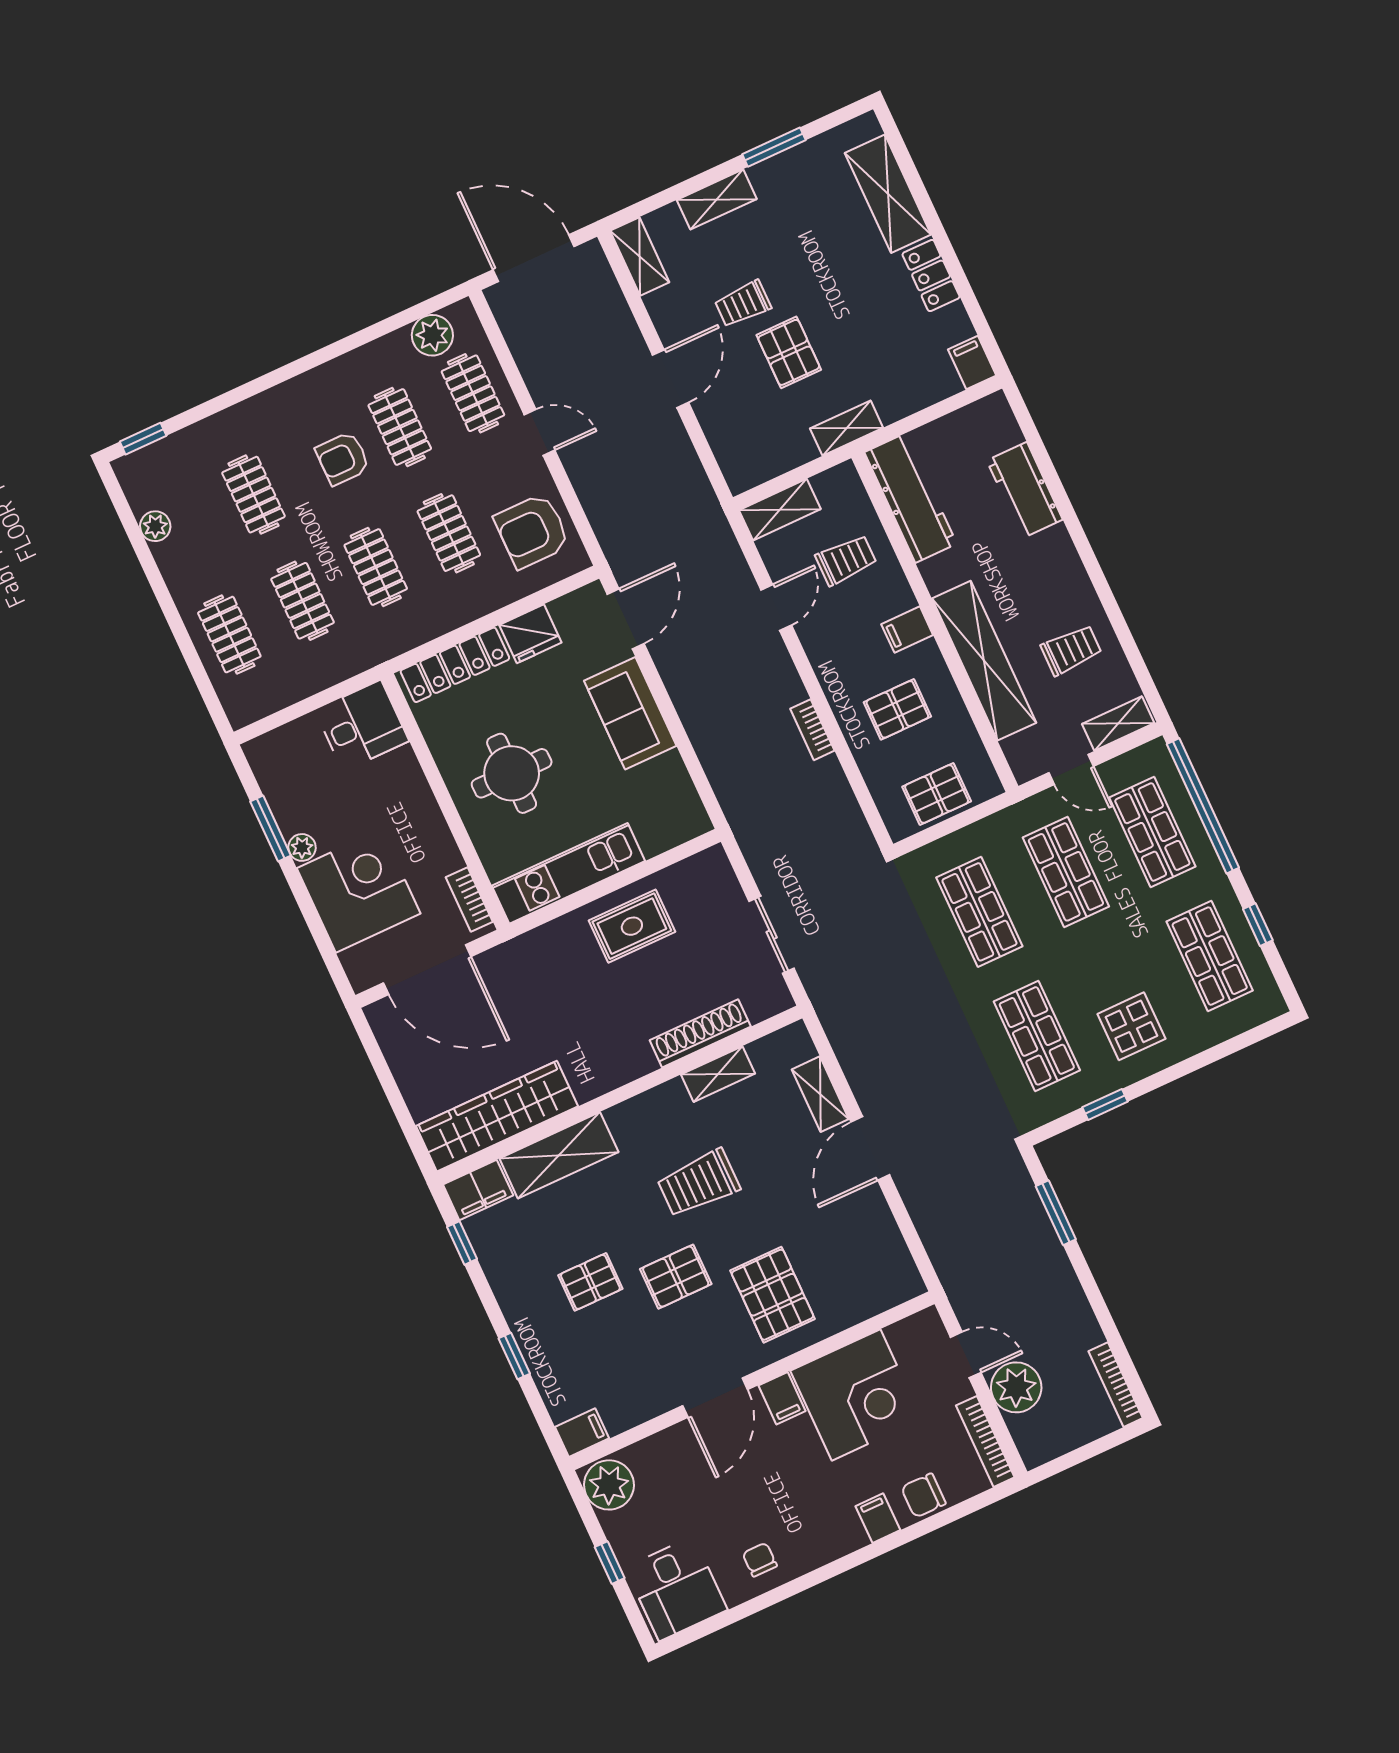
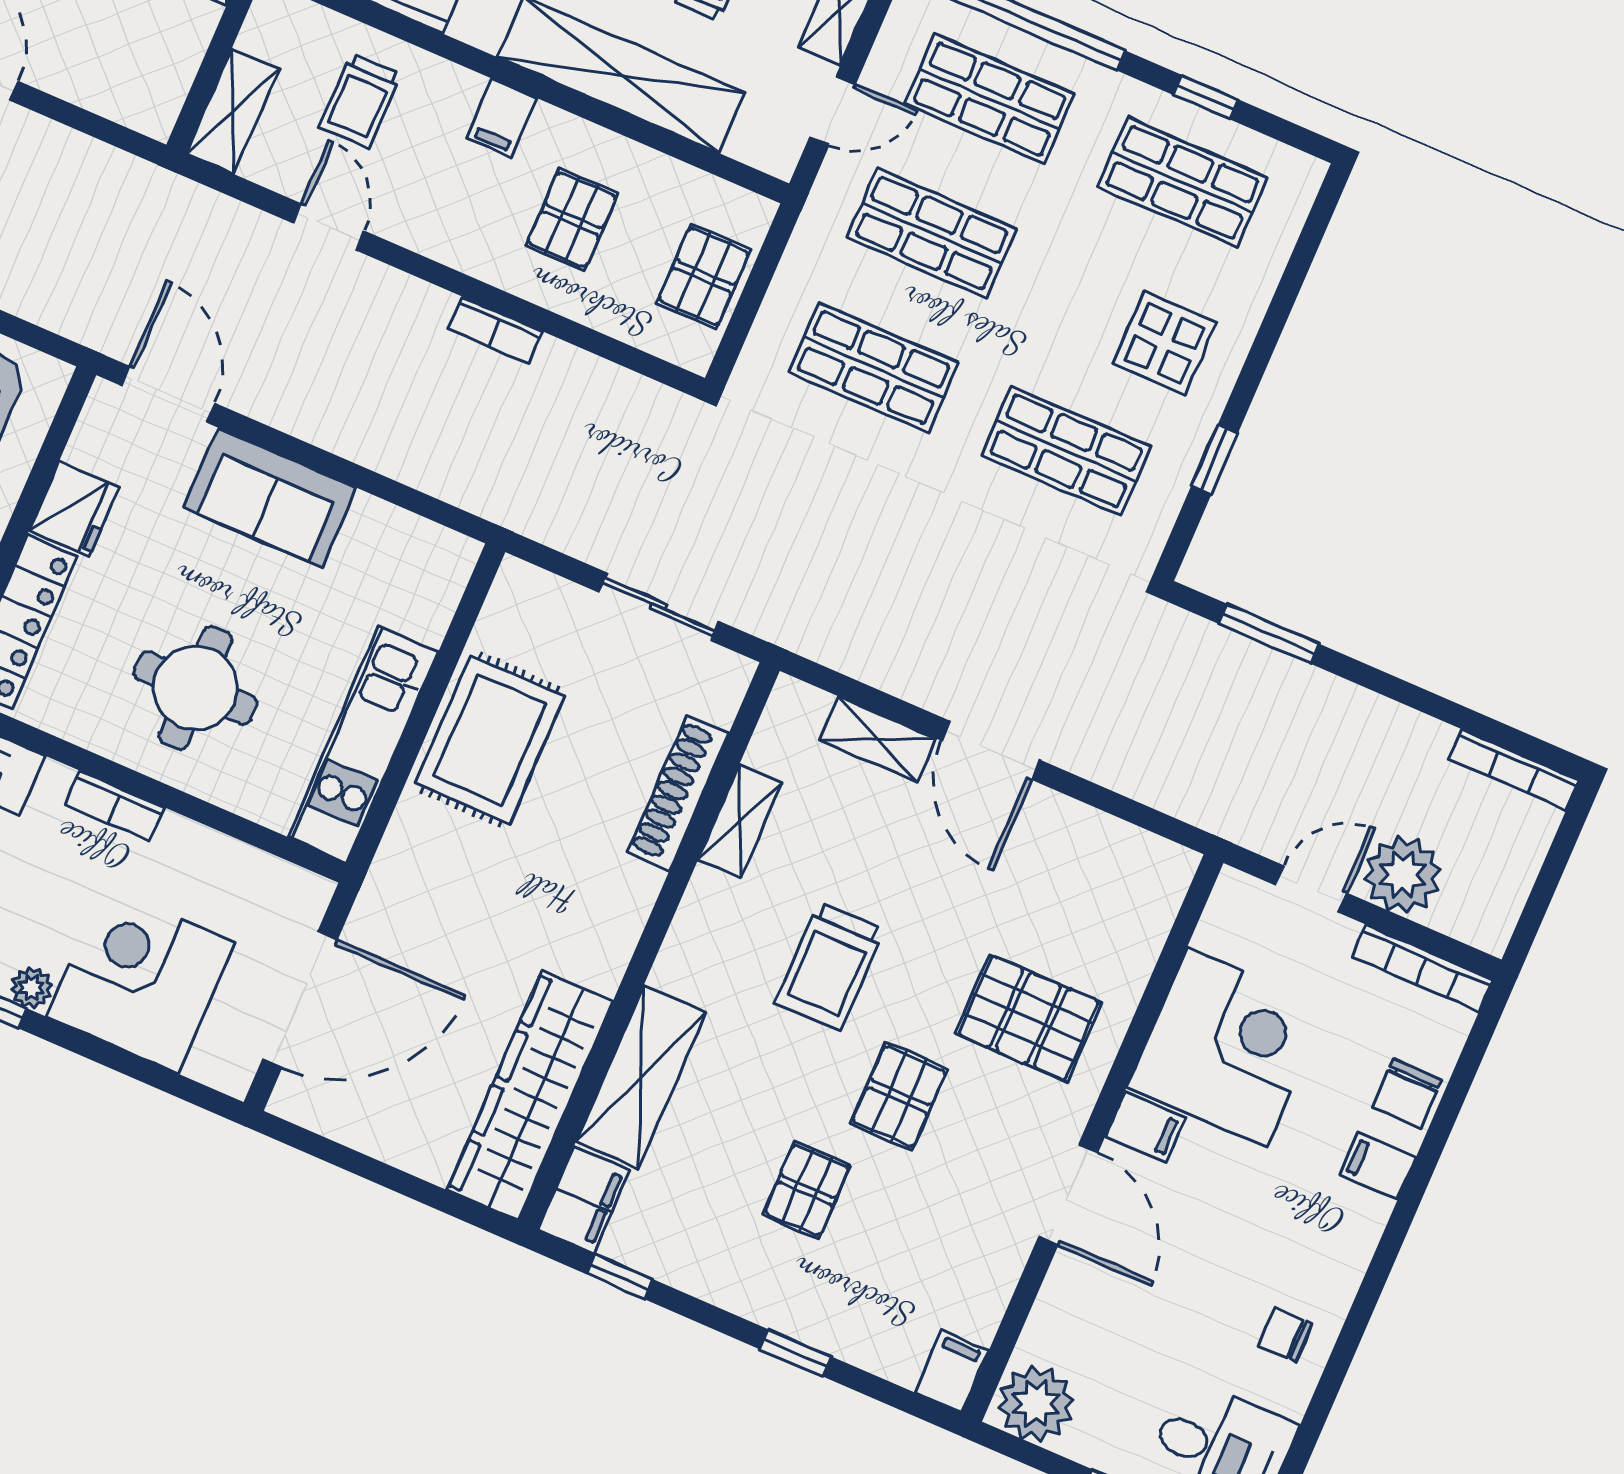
trolley: (846, 560) -> (360, 101), turned 180
bookcase: (469, 899) -> (115, 806), moved
rug: (632, 926) -> (490, 740), width x1.36, depth x1.43

